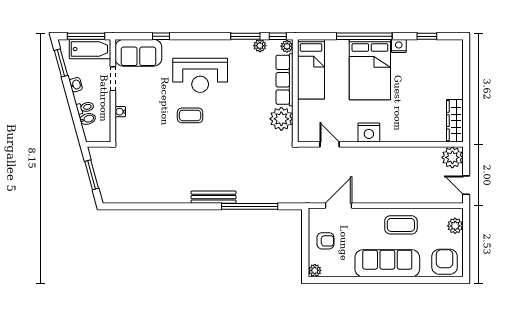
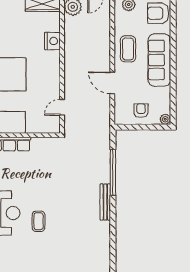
plant: (281, 119) -> (41, 147), removed
nightstand: (369, 132) -> (52, 41), moved
door: (338, 206) -> (112, 83), moved

